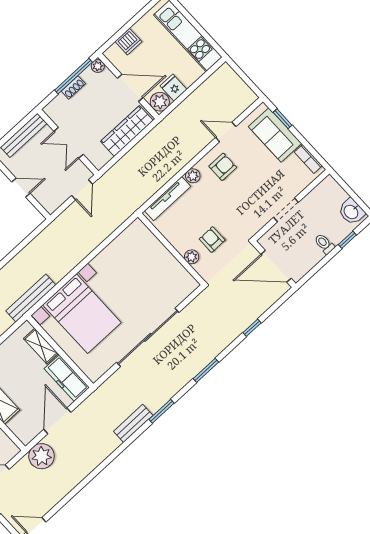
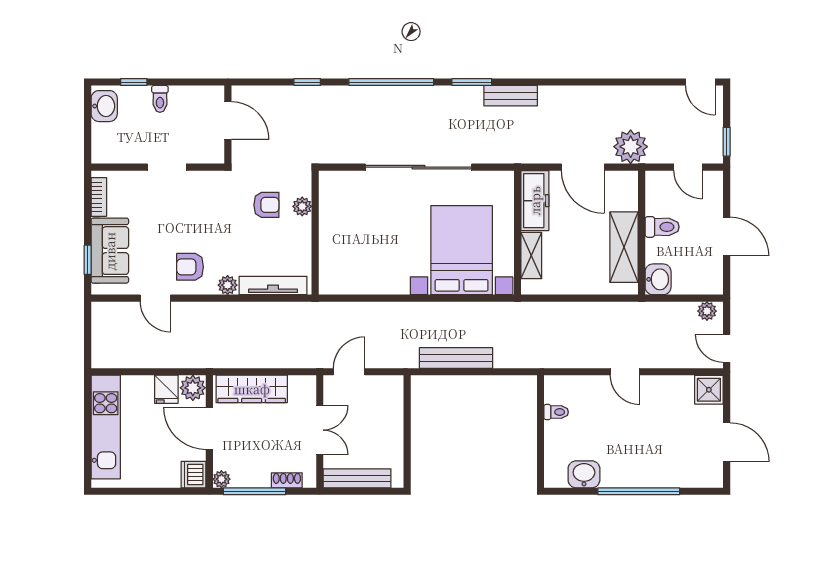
dishwasher: (128, 42) -> (194, 475), moved, turned -90
shoe rack: (73, 87) -> (287, 480), moved
door: (21, 188) -> (407, 429), removed
armchair: (212, 240) -> (266, 205), turned -90
door: (276, 266) -> (228, 121), width x0.73
bench: (31, 298) -> (456, 358), moved
window: (206, 370) -> (391, 82), width x2.11
door: (57, 421) -> (583, 167), hinge flipped

